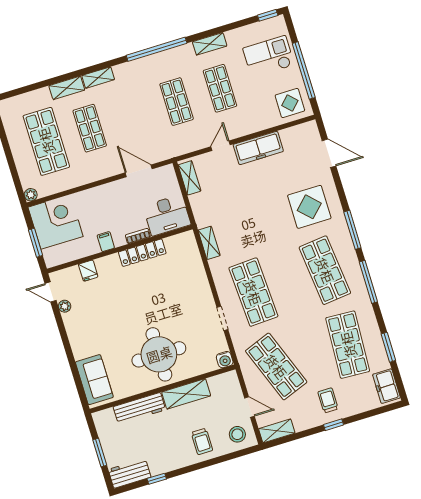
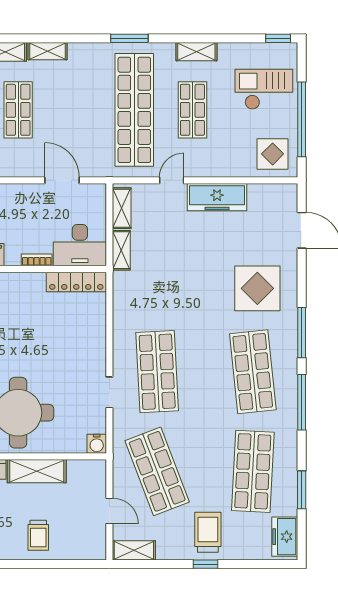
window: (157, 49) -> (129, 38), width x0.47
shop shelf: (177, 102) -> (134, 110), width x2.00, depth x1.36
shelving: (209, 243) -> (121, 250), moved
locker: (142, 253) -> (76, 282), moved
trolley: (328, 400) -> (208, 532), width x1.36, depth x1.39
stool: (237, 434) -> (84, 540), removed

